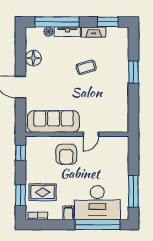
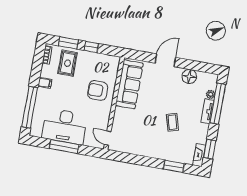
fireplace: (94, 32) -> (199, 155), moved
window: (133, 72) -> (174, 166), moved
door: (91, 134) -> (108, 138), moved
window: (21, 153) -> (91, 47), moved
window: (133, 191) -> (64, 147), moved
desk: (97, 203) -> (65, 126), moved, turned -90

